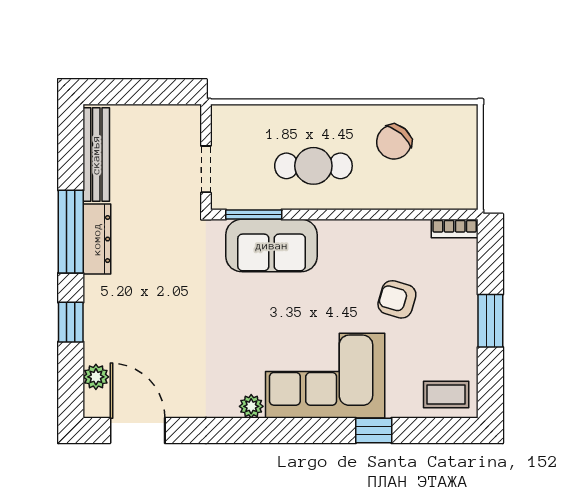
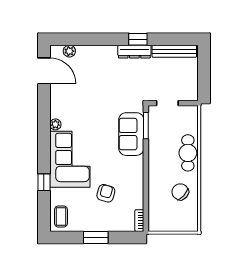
cafe table: (313, 166) -> (188, 153), moved
window: (71, 232) -> (138, 39), width x0.46
window: (71, 322) -> (95, 39), removed
door: (138, 431) -> (44, 71), hinge flipped

